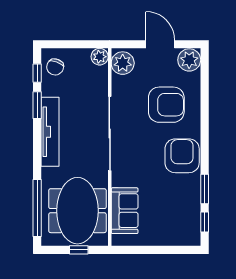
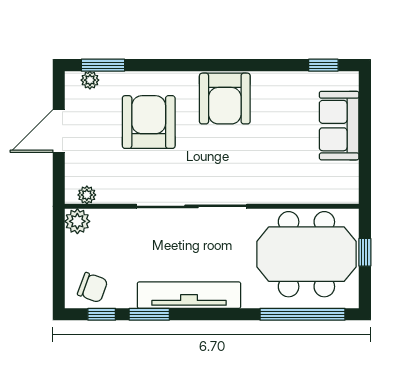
plant: (189, 60) -> (90, 80), width x0.53, depth x0.53
plant: (123, 63) -> (87, 195), width x0.53, depth x0.53
armchair: (182, 156) -> (225, 99), turned -90
window: (205, 189) -> (103, 65), moved
sofa: (125, 211) -> (339, 126), moved, turned -90

